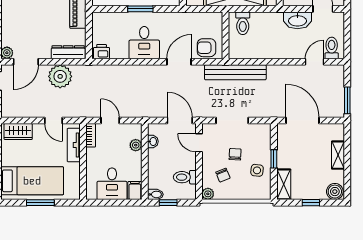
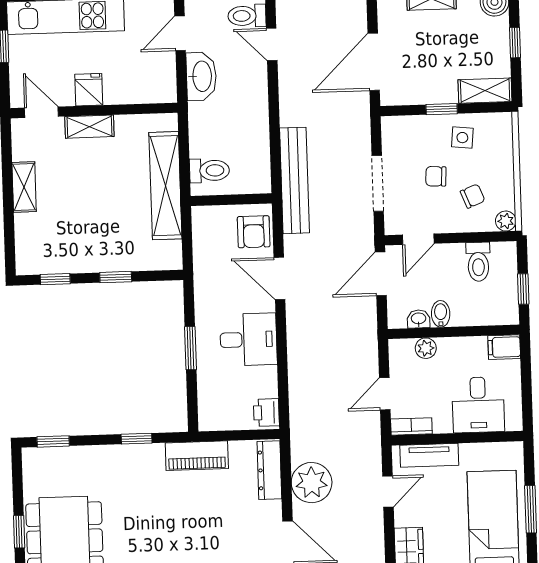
desk: (112, 184) -> (478, 405), moved, turned 90
bidet: (155, 194) -> (441, 314), moved

